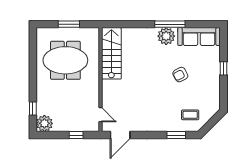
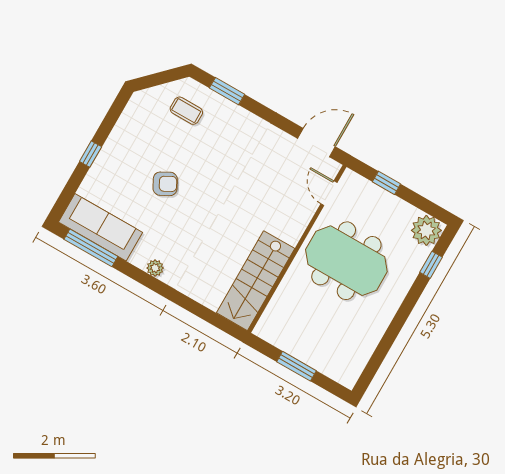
window: (170, 24) -> (91, 248), moved
plant: (166, 36) -> (155, 268), width x0.53, depth x0.53
meeting table: (65, 60) -> (346, 261), moved

